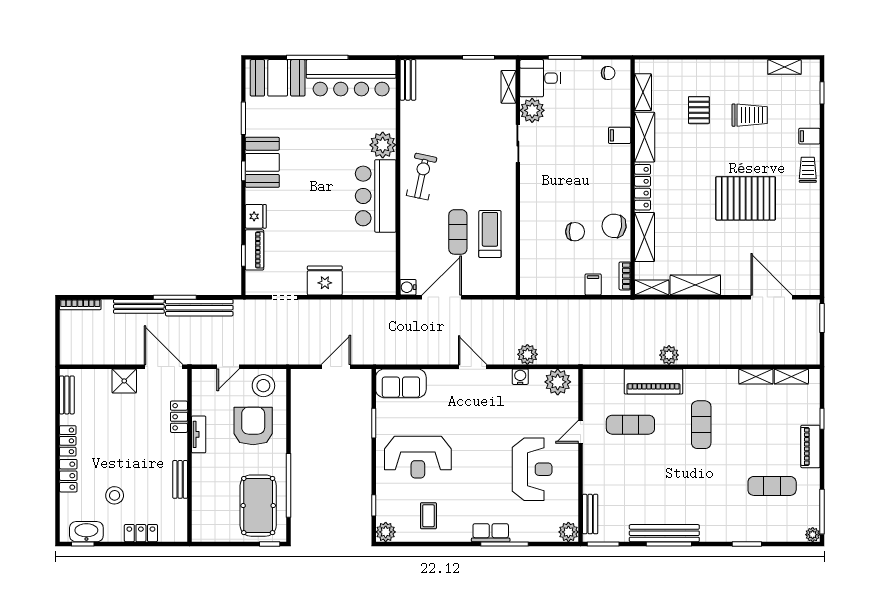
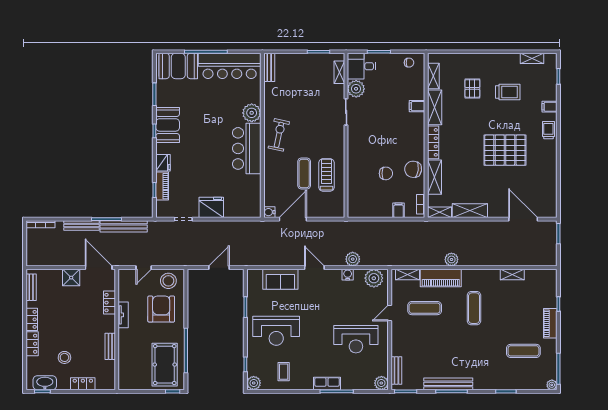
shelving: (791, 376) -> (407, 274), moved
sofa: (401, 383) -> (280, 279), moved
reception desk: (532, 469) -> (356, 339), turned 90

